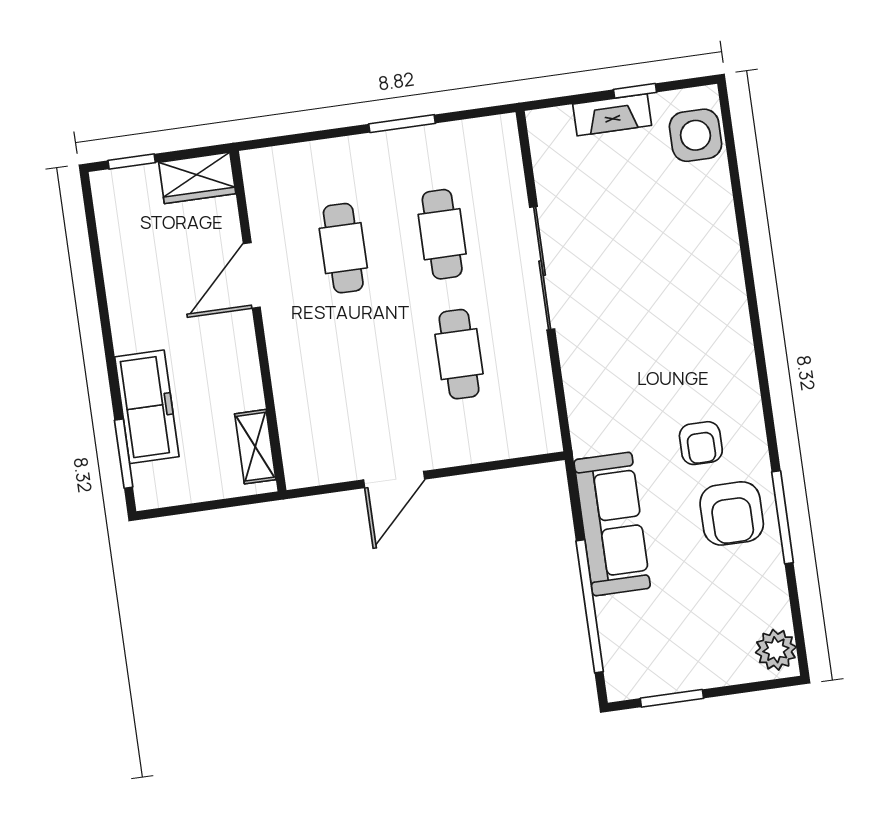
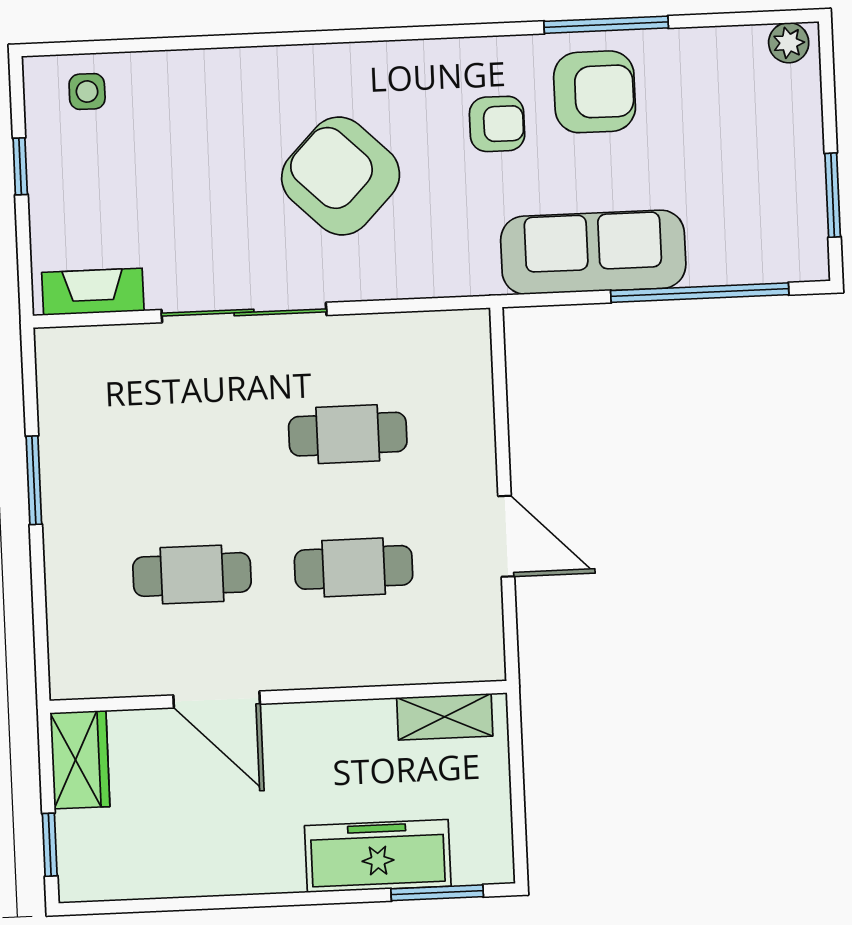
fireplace: (612, 115) -> (93, 292), moved, turned -90
side table: (696, 135) -> (87, 92), width x0.54, depth x0.54
cafe table: (442, 234) -> (354, 567), moved
armchair: (651, 330) -> (341, 176), added
plant: (776, 650) -> (789, 43), width x0.73, depth x0.73

